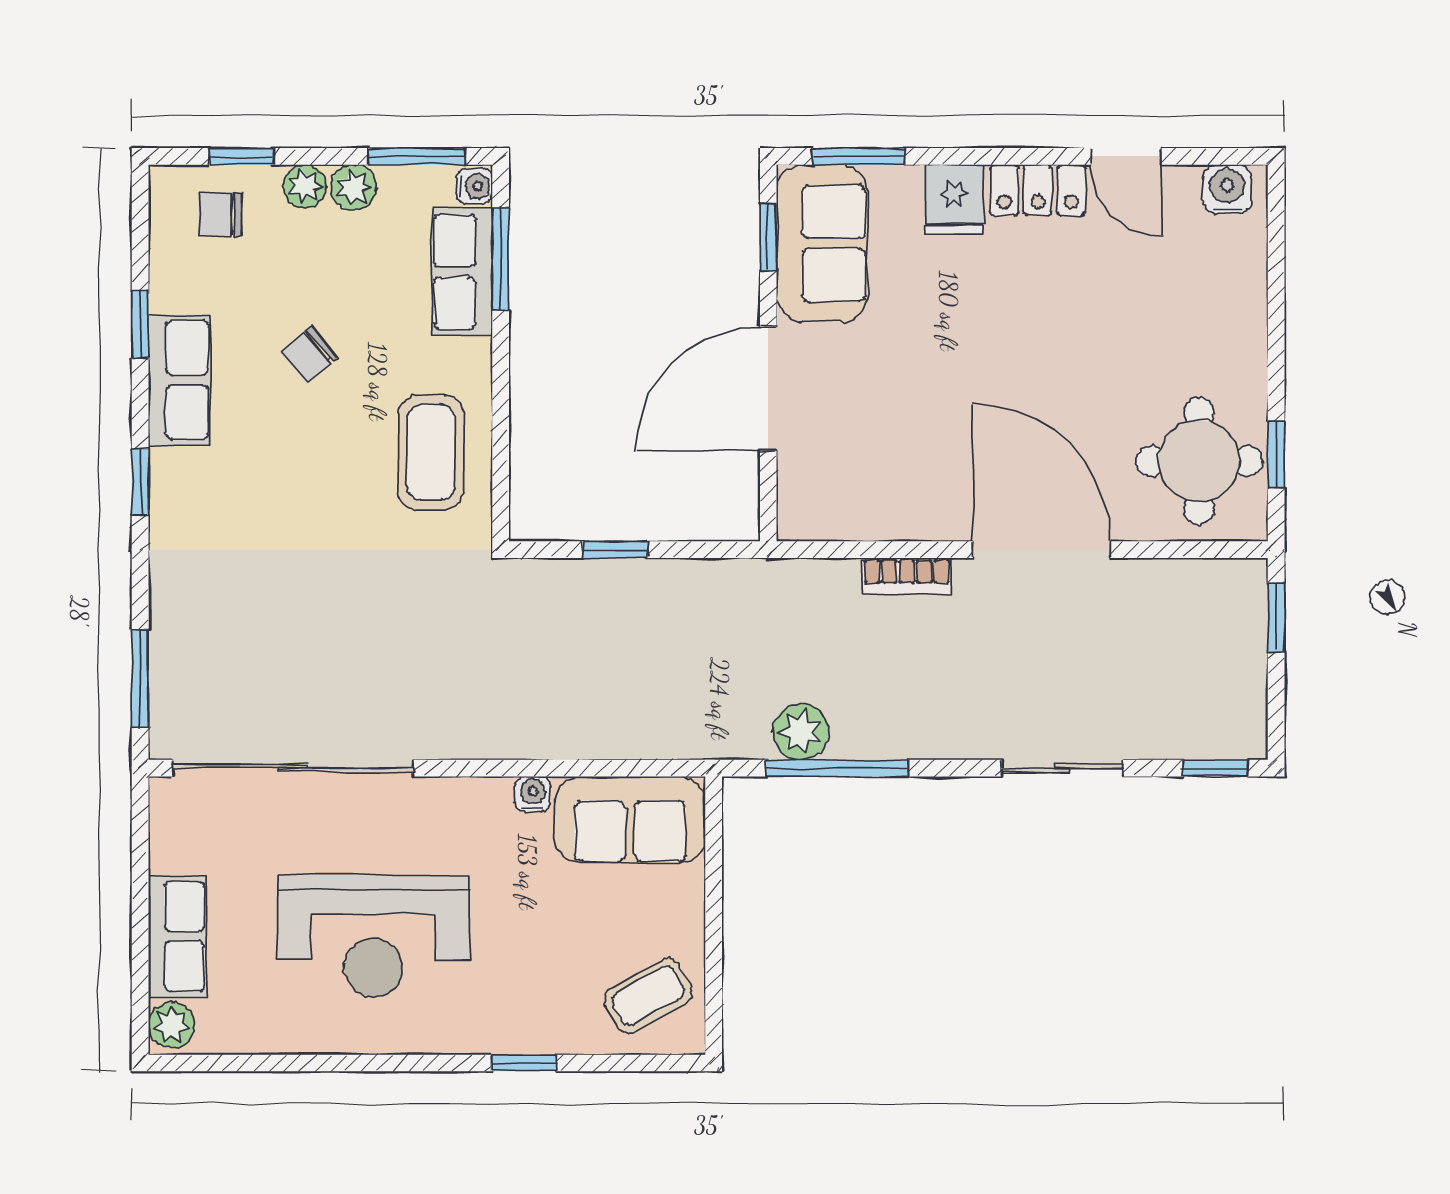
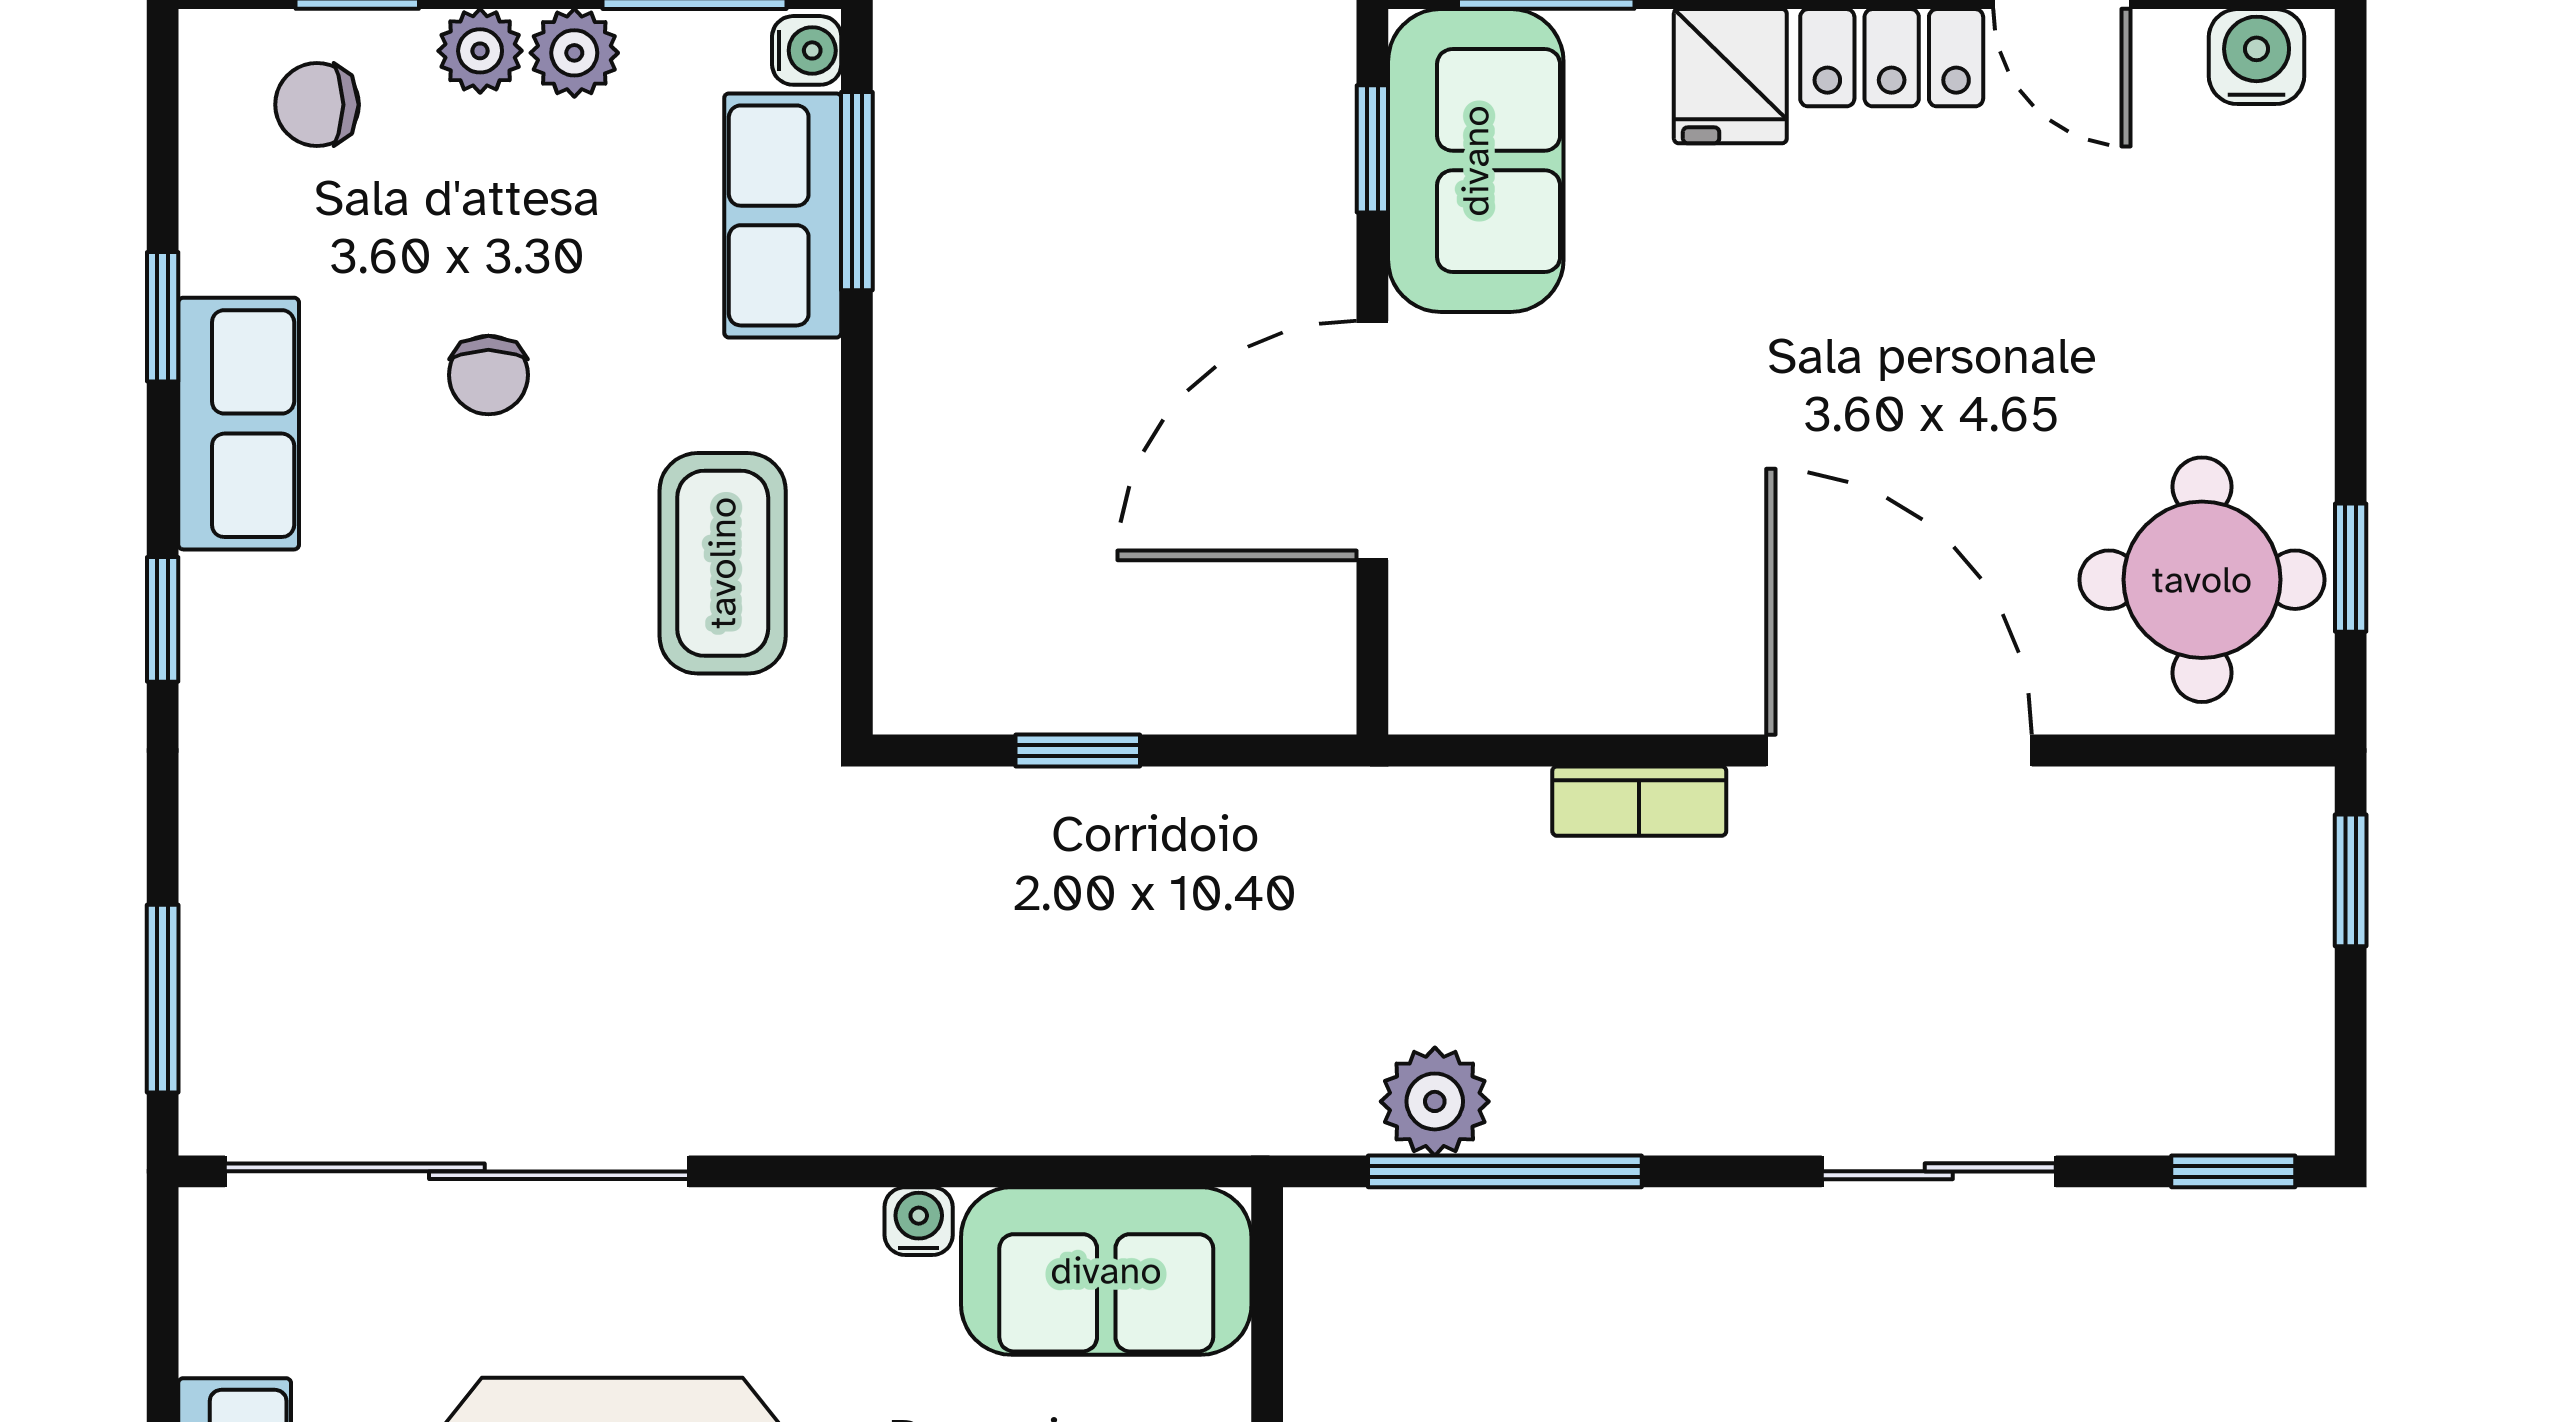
chair: (309, 355) -> (488, 375), turned -50

